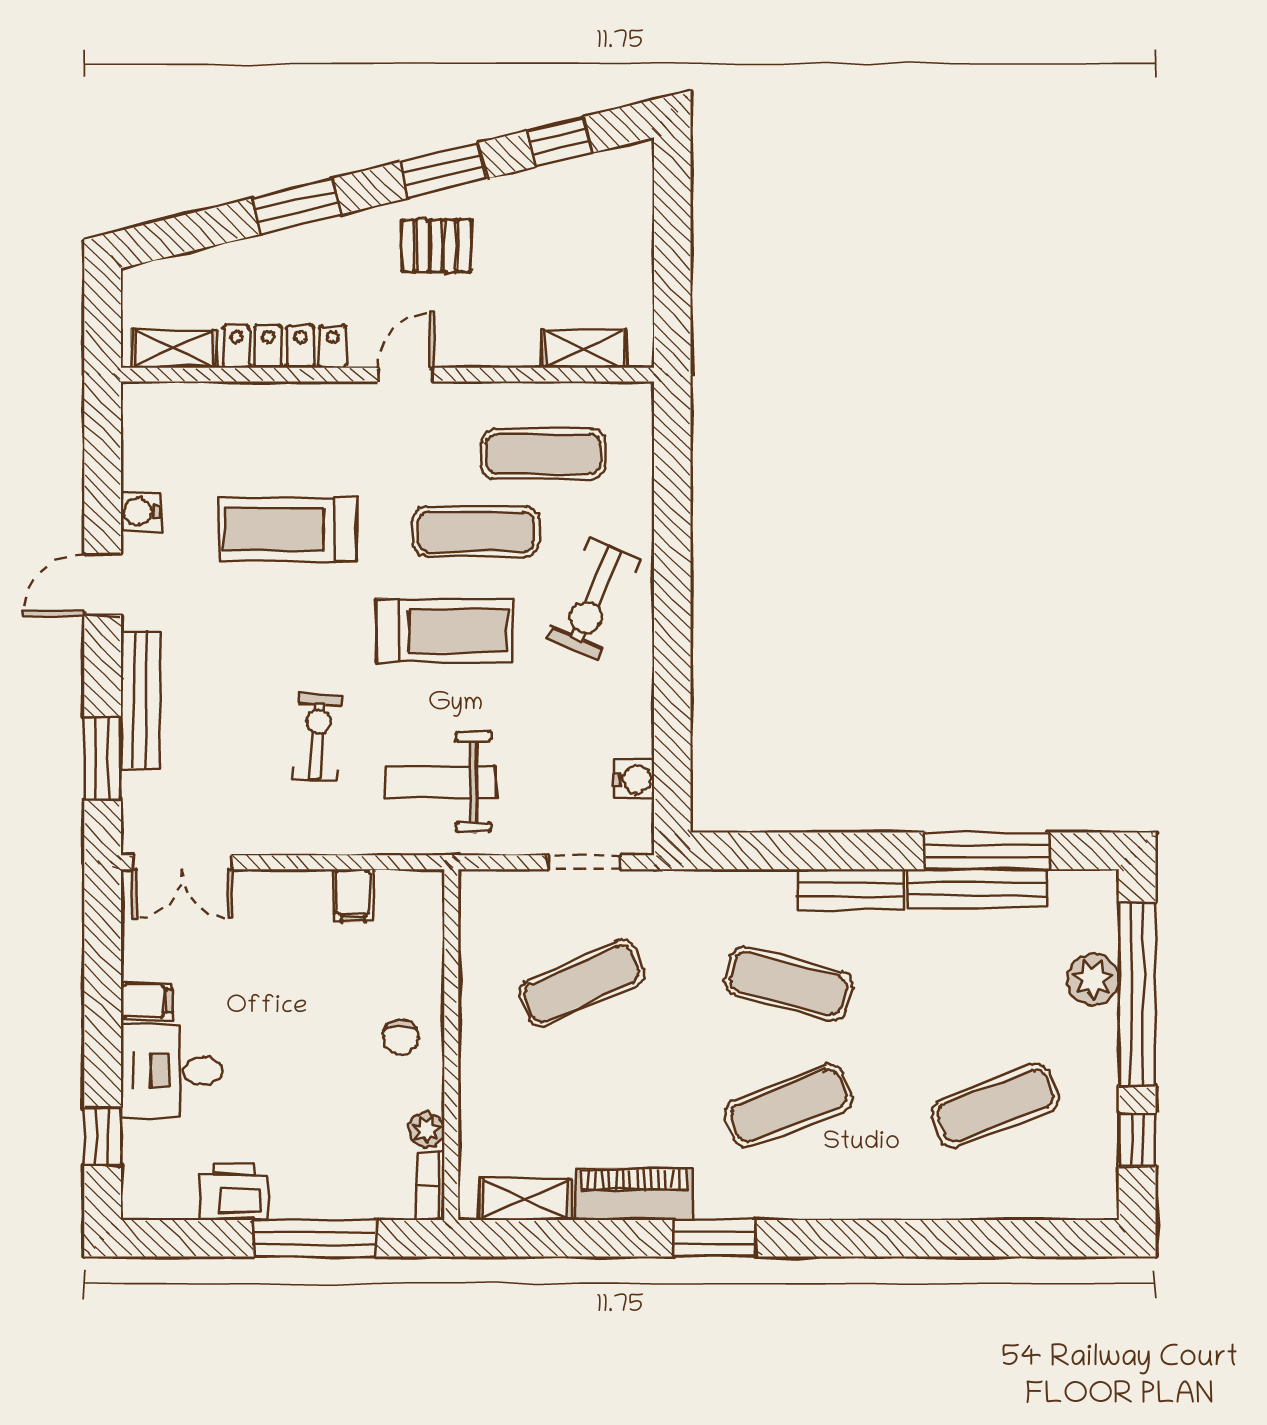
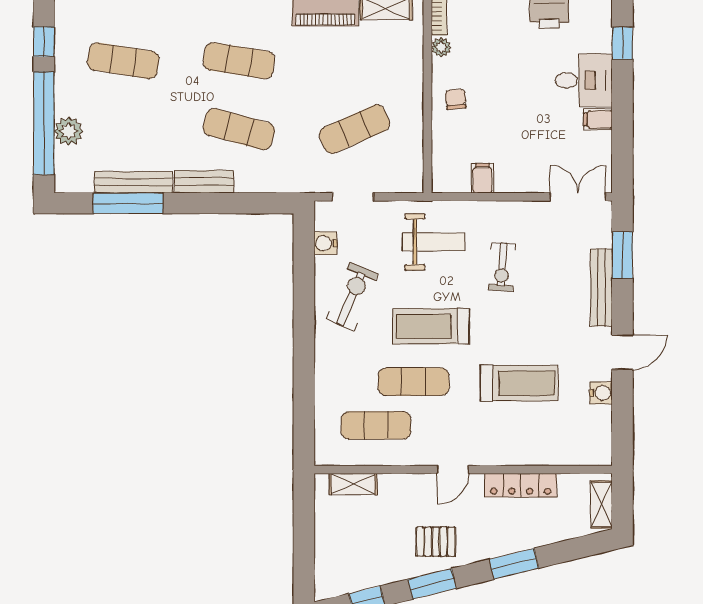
shelving: (174, 349) -> (602, 505), moved, turned 90
exercise bike: (594, 599) -> (352, 296), moved
exercise mat: (788, 1106) -> (239, 61), turned 30
exercise mat: (995, 1106) -> (123, 61), turned 30

